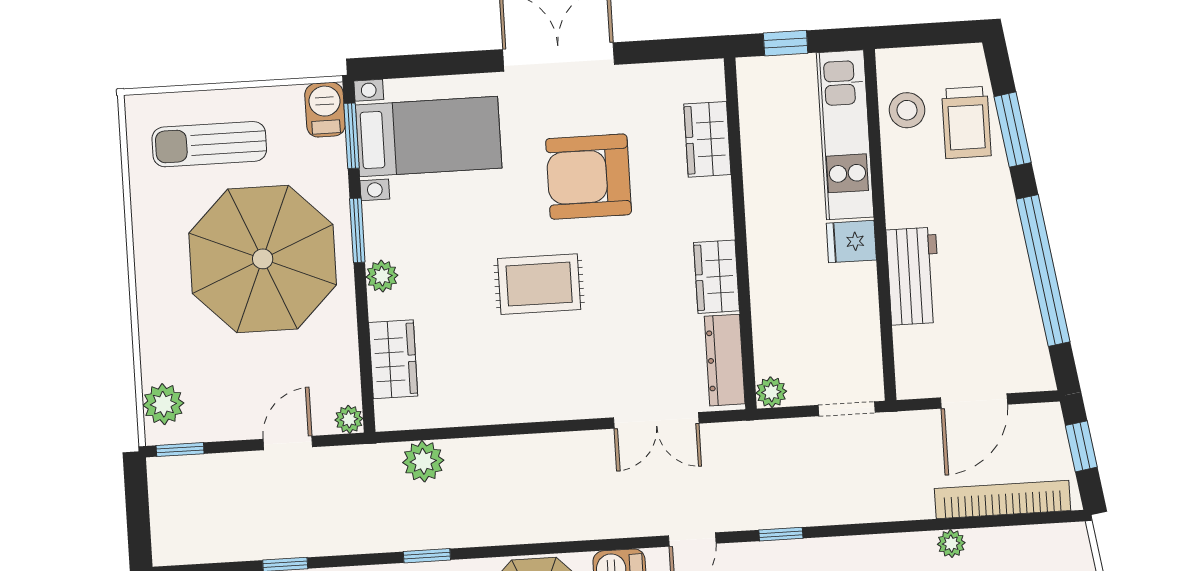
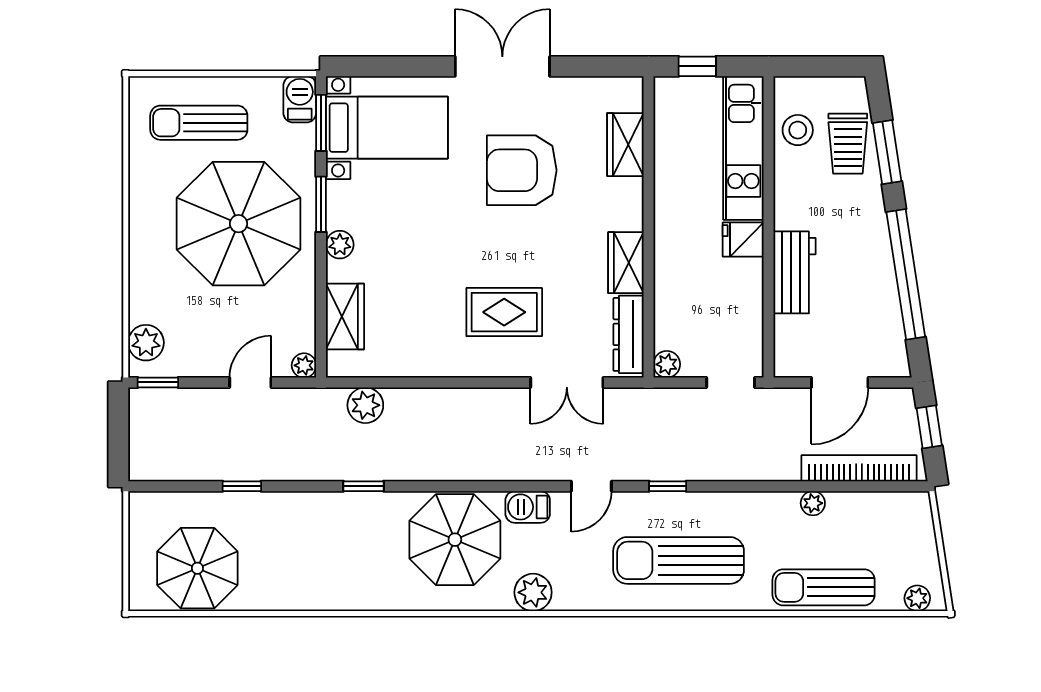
rug: (539, 284) -> (504, 312), moved

